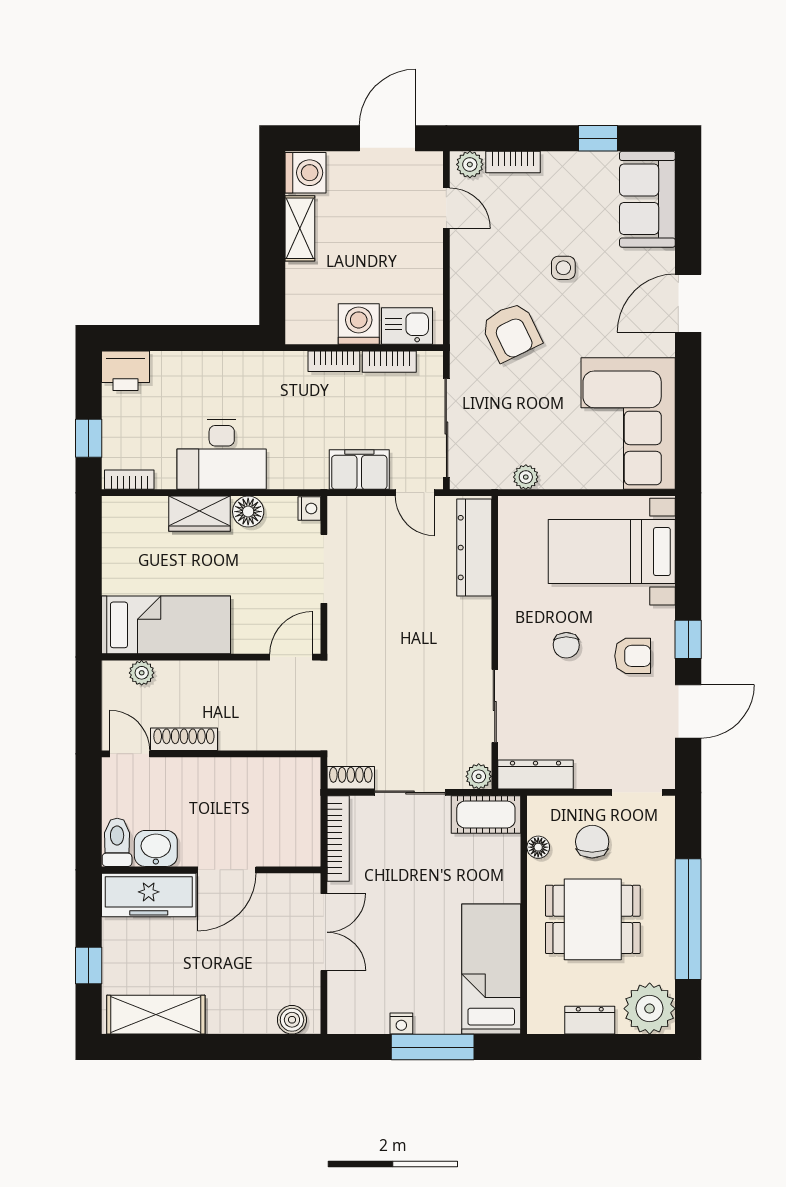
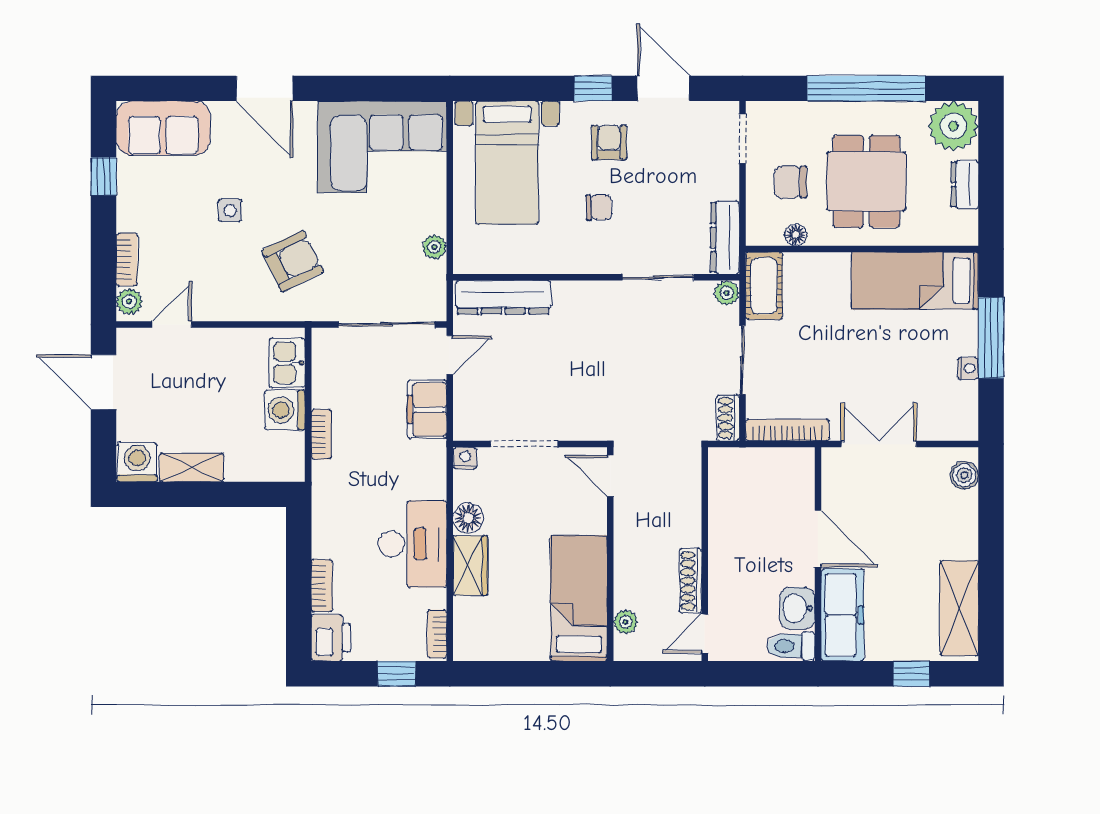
bookcase: (389, 362) -> (322, 586), moved

